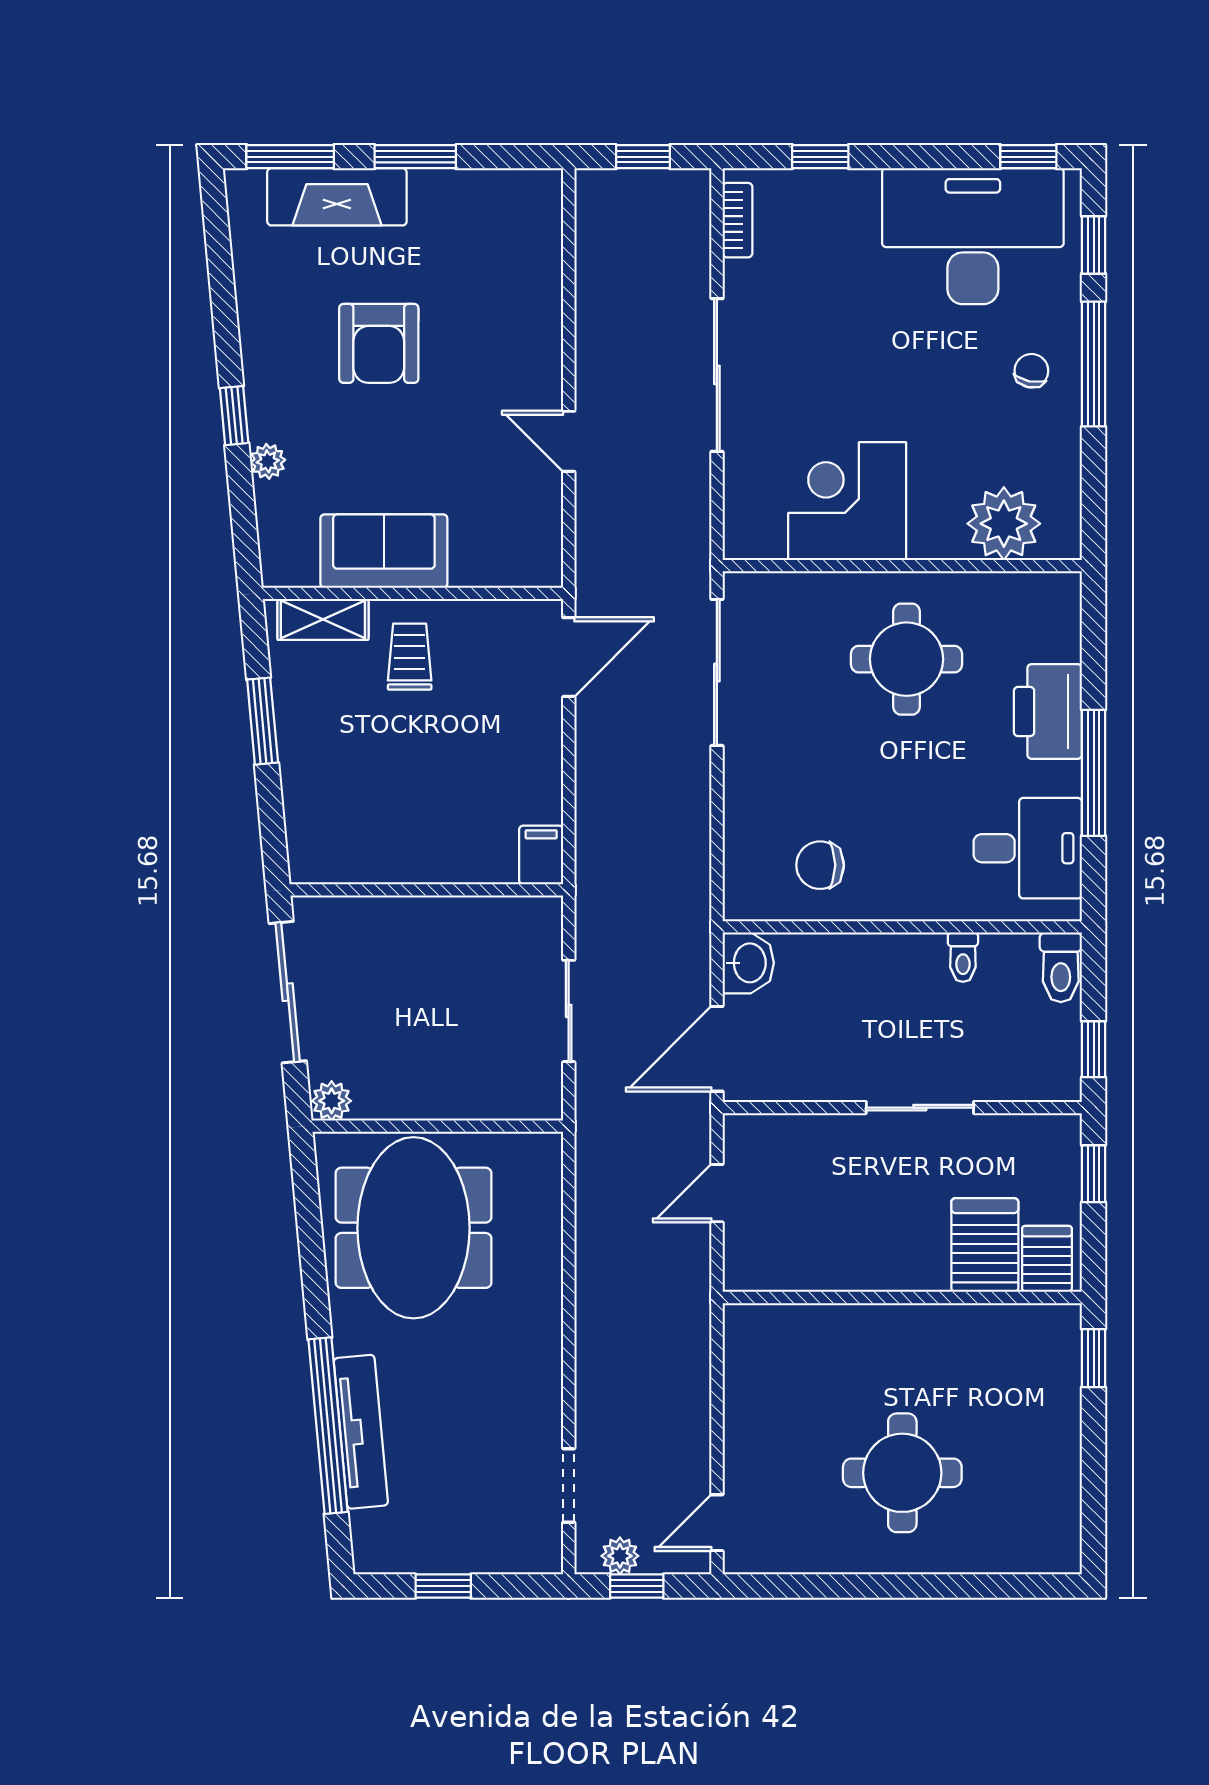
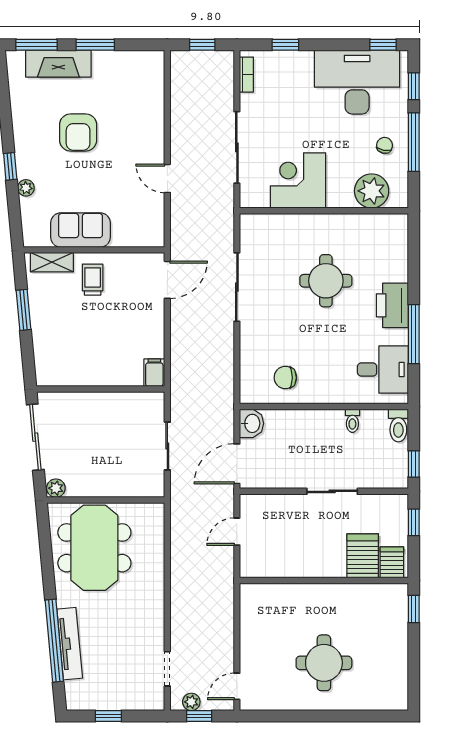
corner desk: (847, 501) -> (298, 180), moved
plant: (1004, 524) -> (372, 191), moved
wall: (902, 566) -> (324, 211), moved

